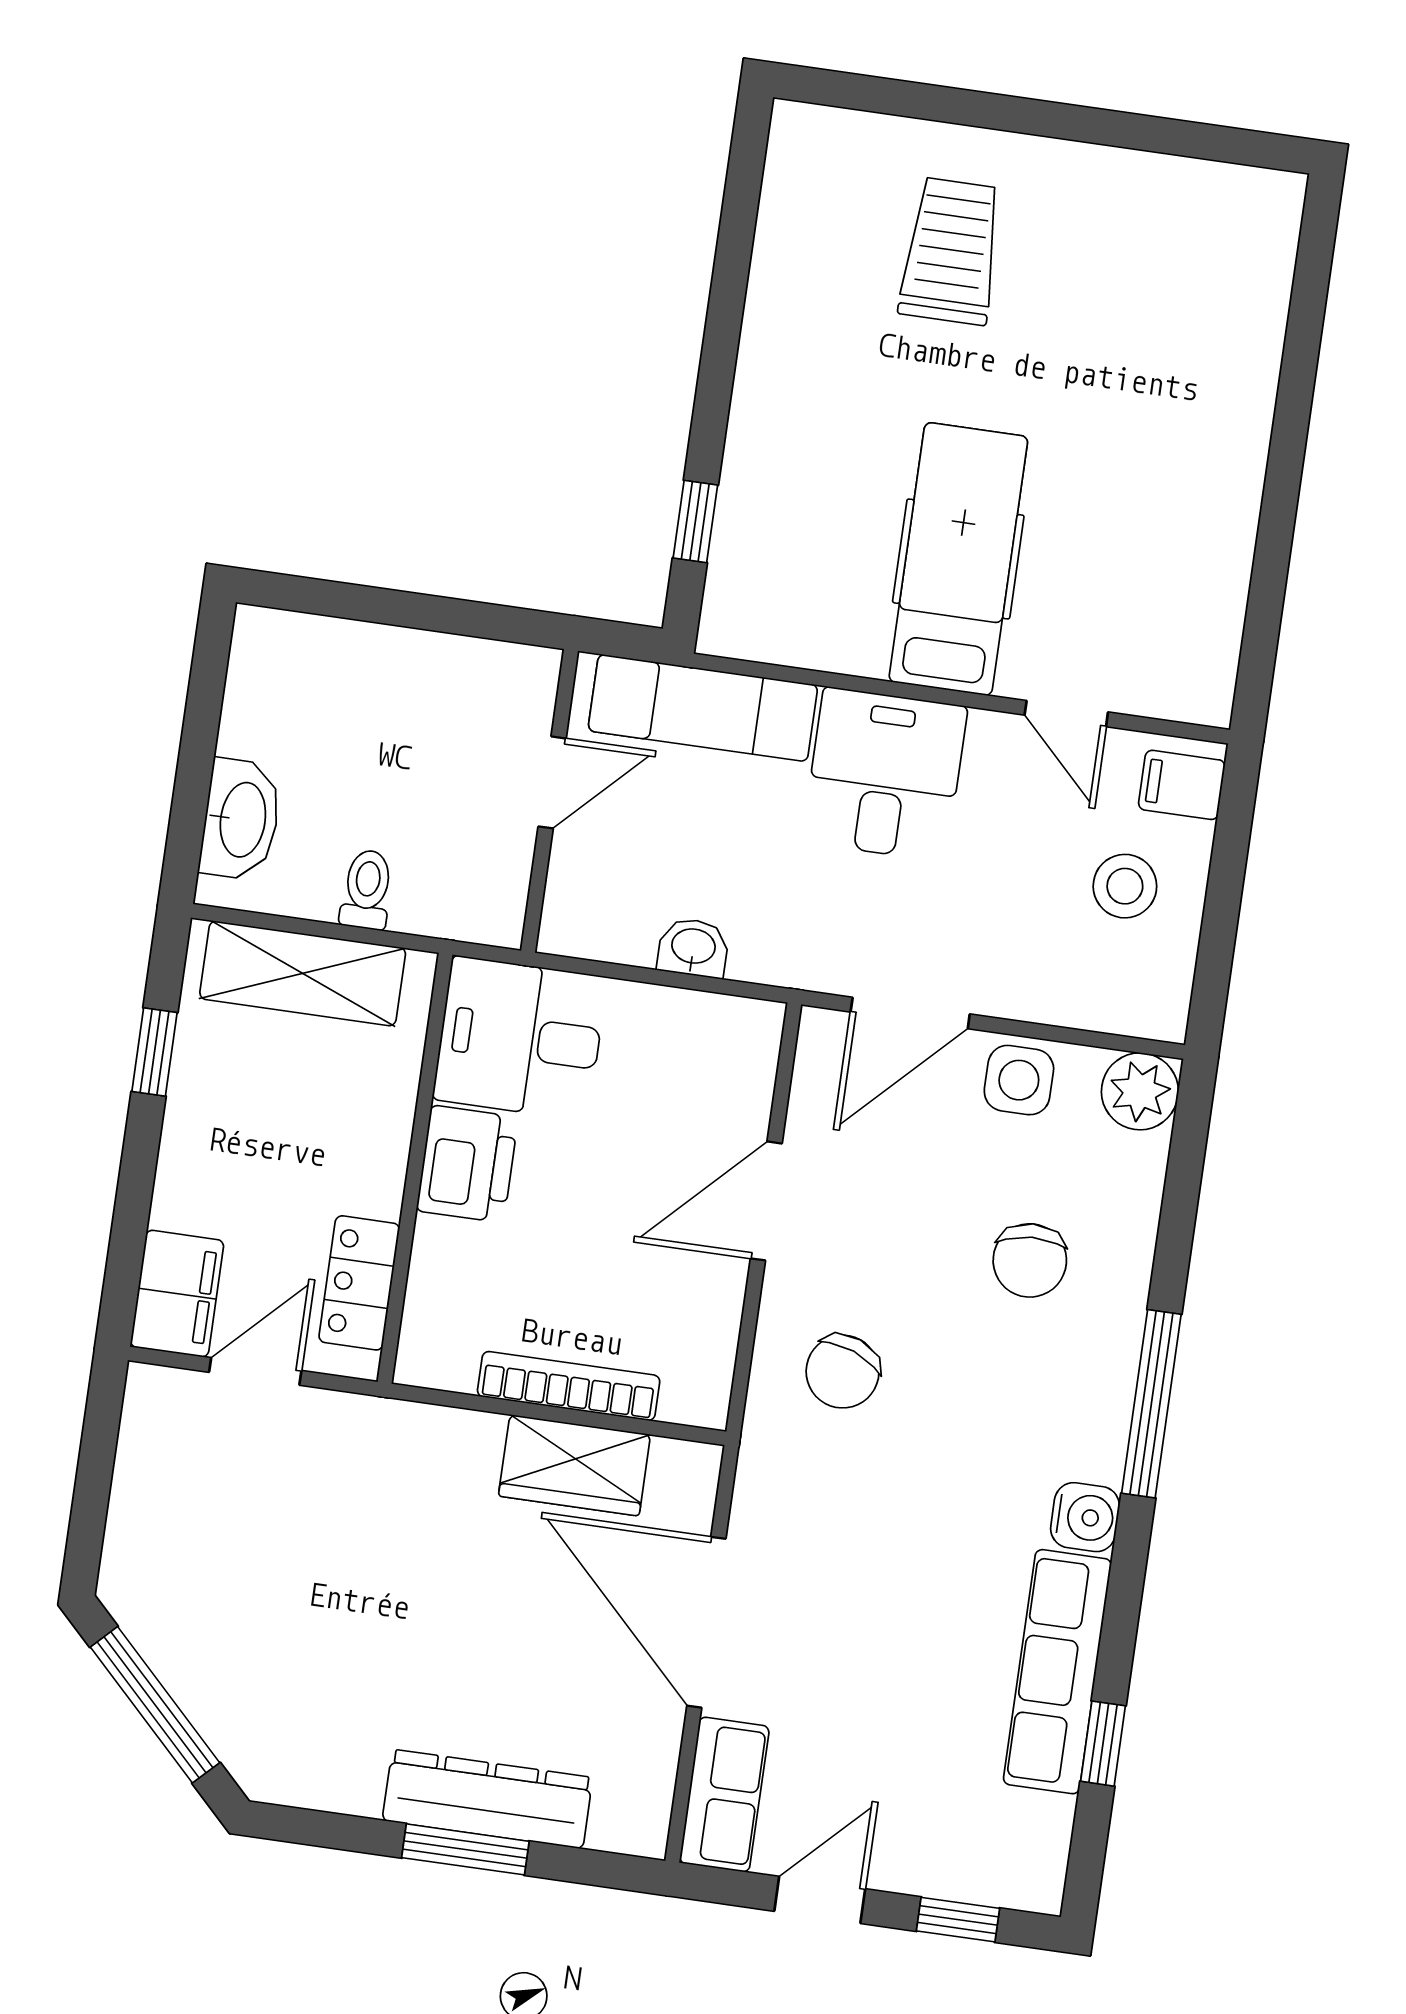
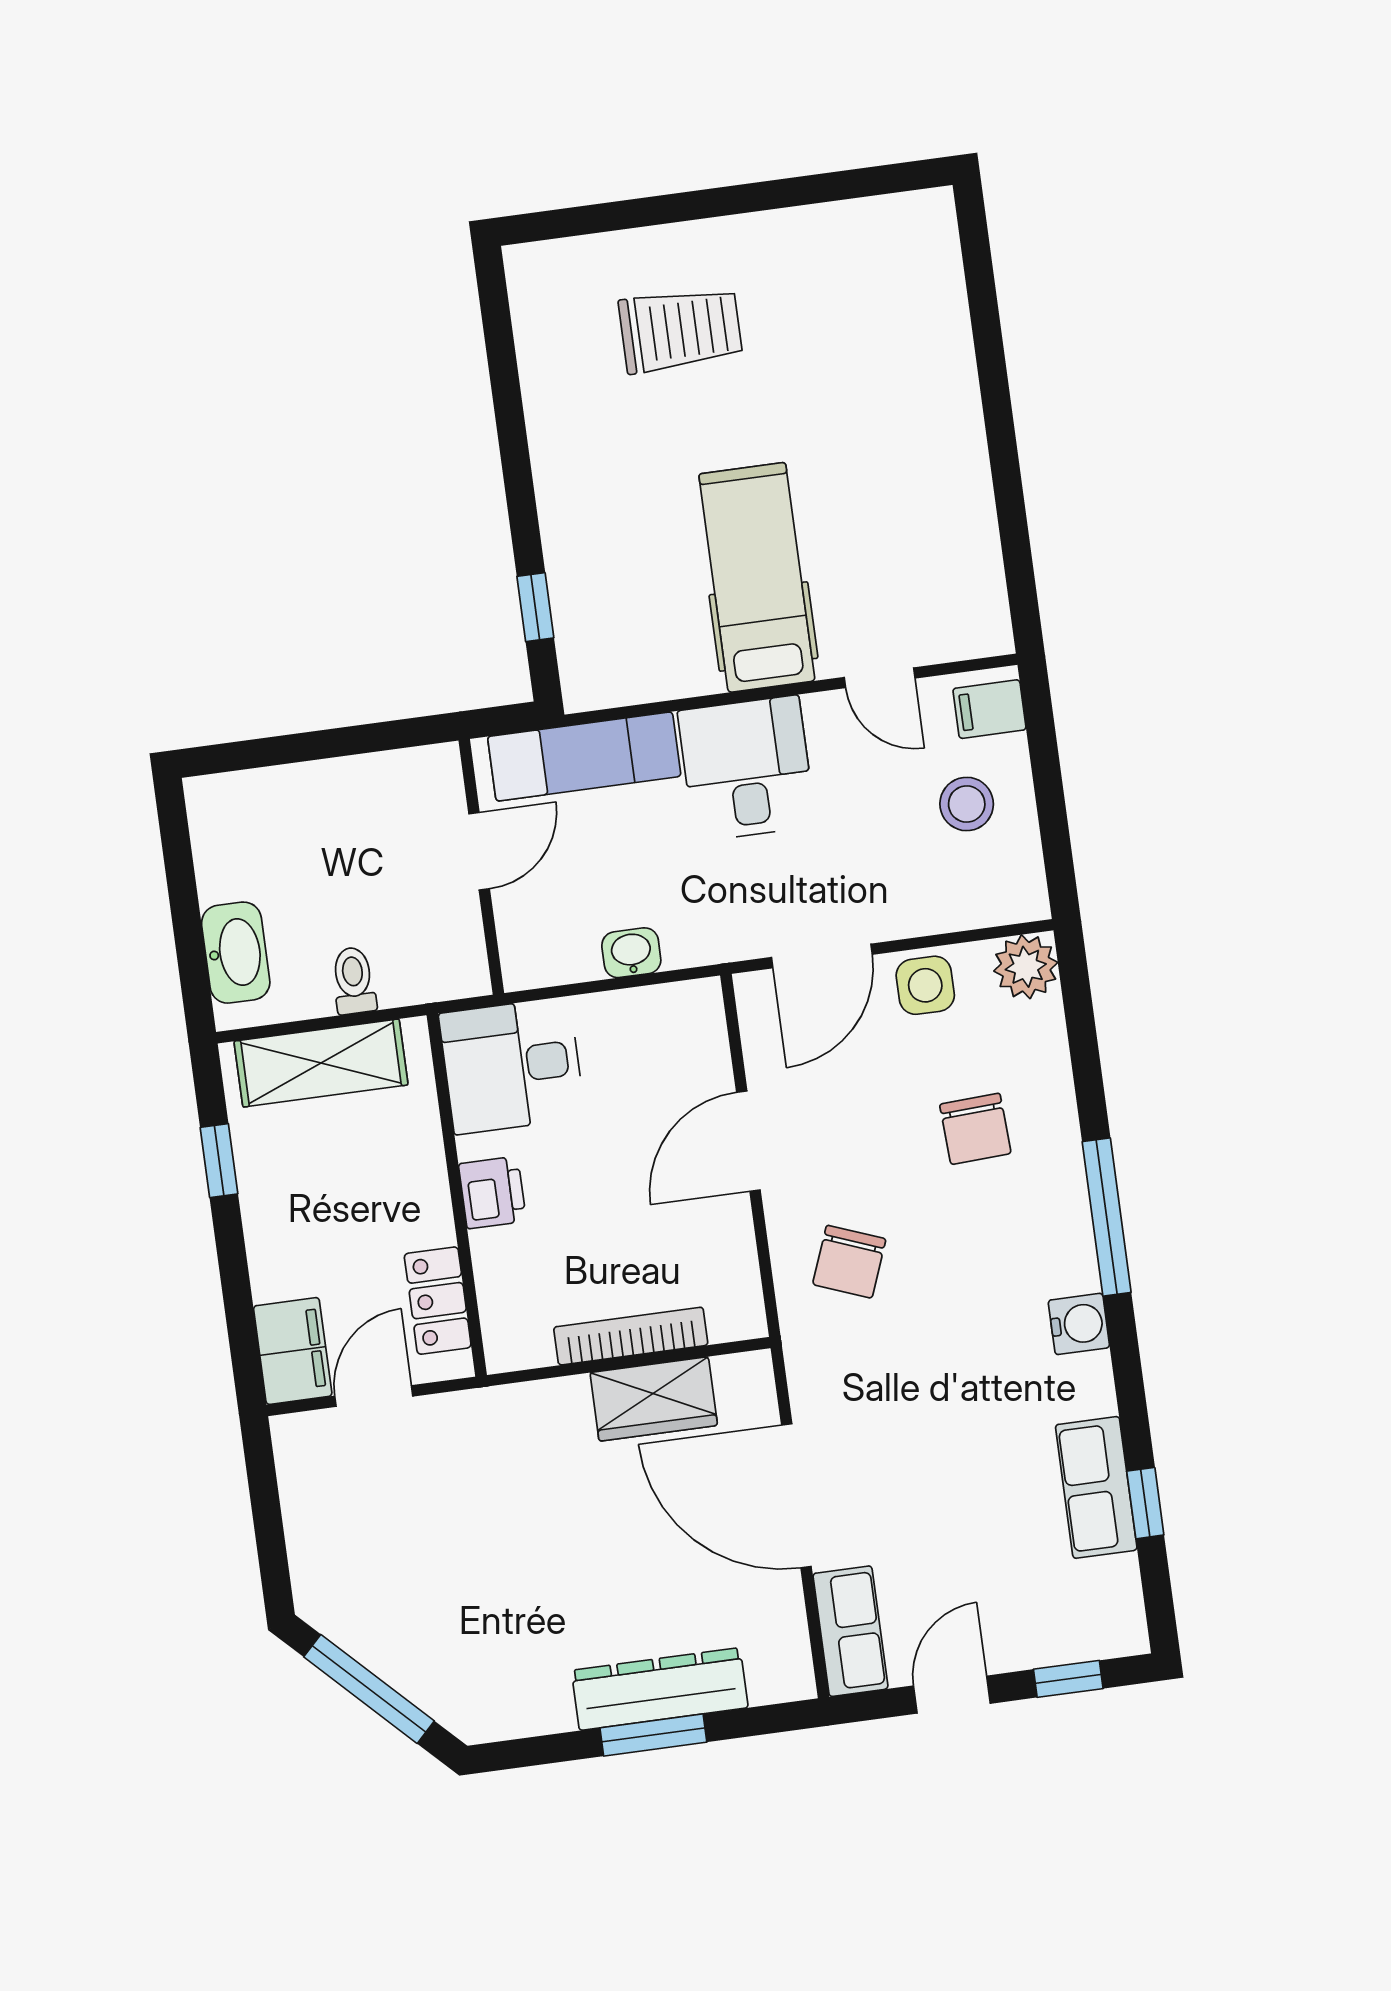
trolley: (951, 251) -> (681, 330), turned 90
printer: (467, 1164) -> (492, 1192), width x0.73, depth x0.81
row of seats: (1057, 1672) -> (1096, 1487), width x0.68

